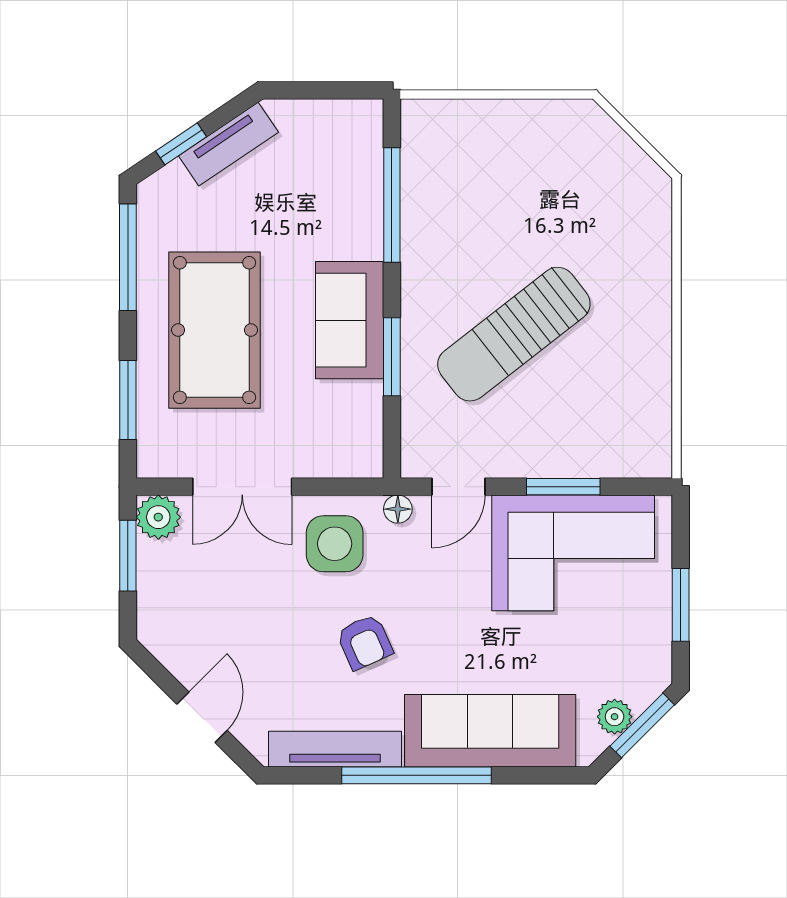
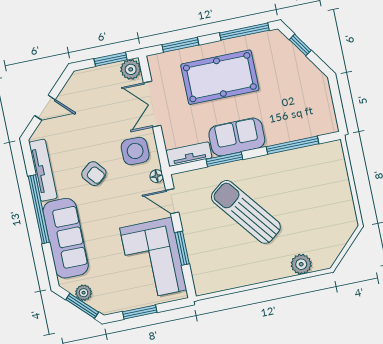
tv unit: (228, 144) -> (189, 154), moved, turned 124
plant: (650, 239) -> (301, 264), added
armchair: (365, 642) -> (94, 174), turned -106

